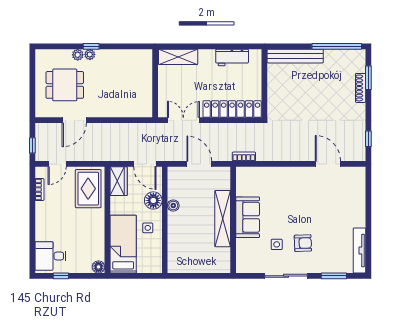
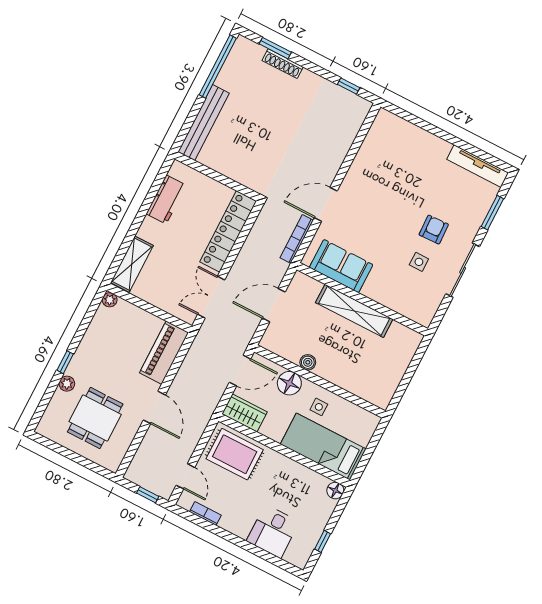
plant: (90, 54) -> (110, 300), moved
piano: (131, 108) -> (164, 353), added
door: (74, 120) -> (154, 407), moved
bookcase: (244, 157) -> (297, 239), width x1.56
door: (328, 164) -> (326, 204), moved
sofa: (248, 217) -> (341, 266), moved
desk: (50, 256) -> (273, 531), moved

